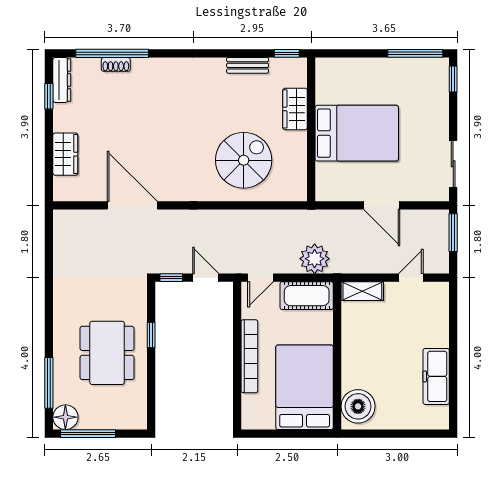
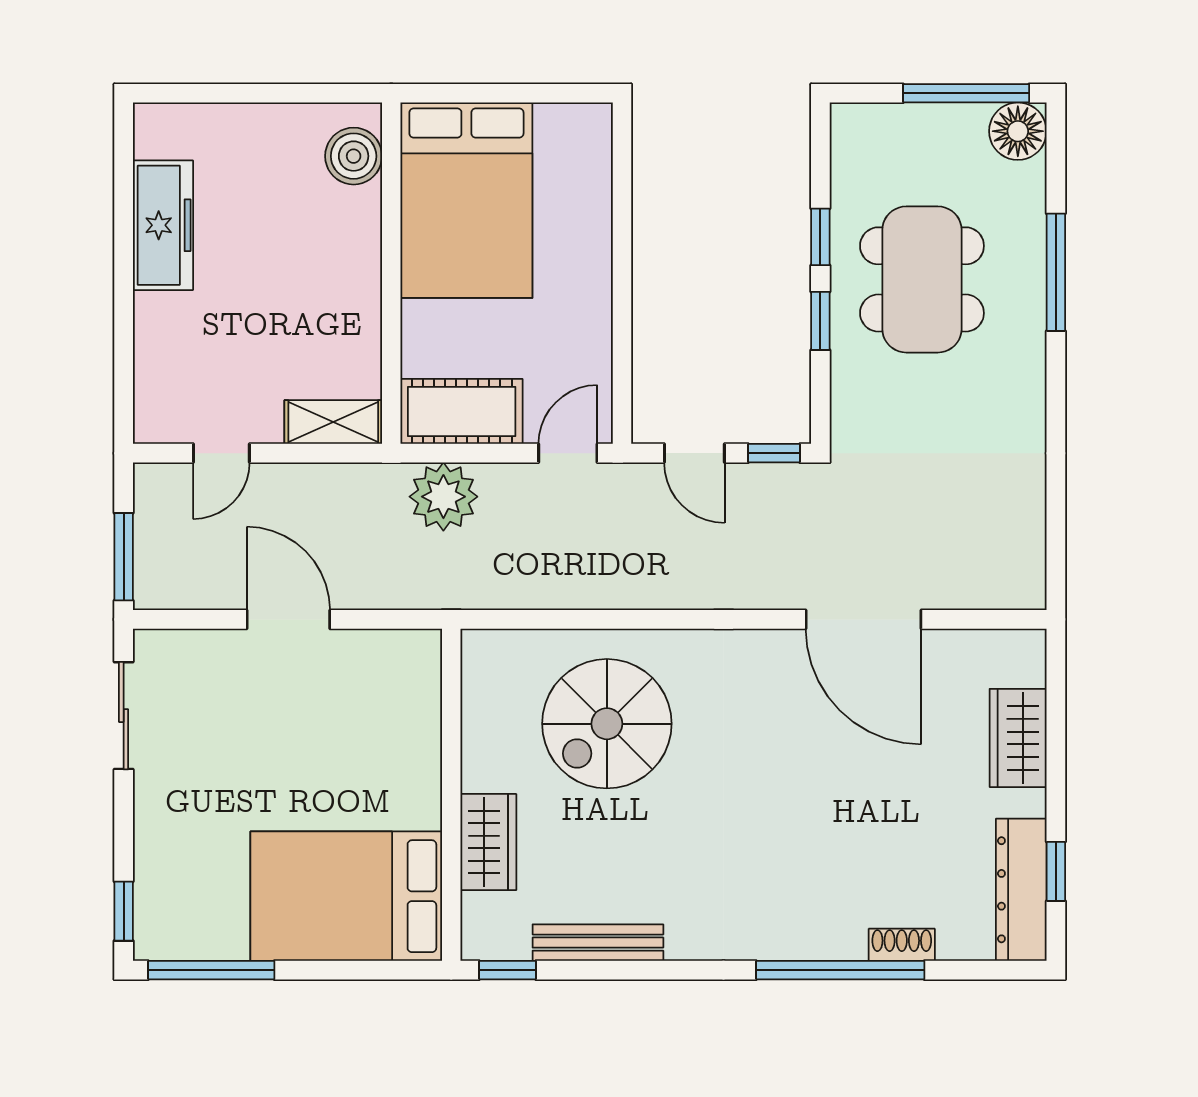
window: (112, 53) -> (840, 970), moved
bench: (248, 65) -> (598, 943), width x1.36
dresser: (62, 80) -> (1021, 890), width x1.37, depth x1.24
bed: (357, 133) -> (346, 896), moved
bookcase: (249, 356) -> (594, 272), removed
window: (151, 371) -> (820, 237), added
window: (49, 383) -> (1056, 272), moved
boiler: (358, 406) -> (354, 156), width x0.73, depth x0.73

